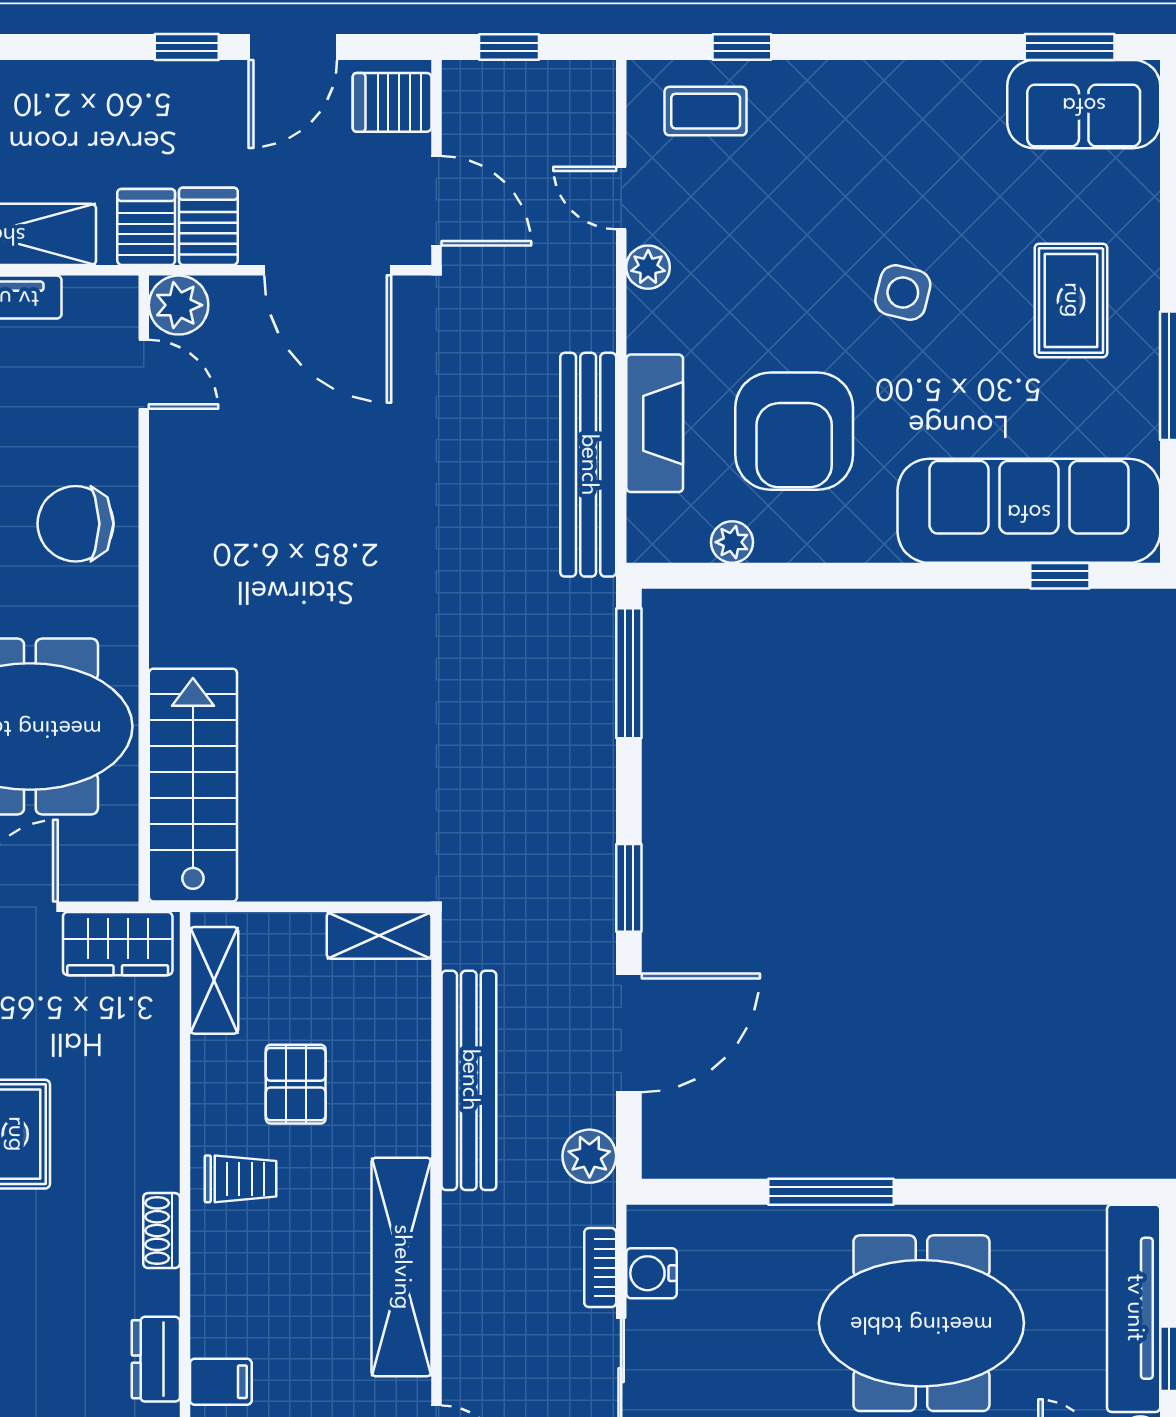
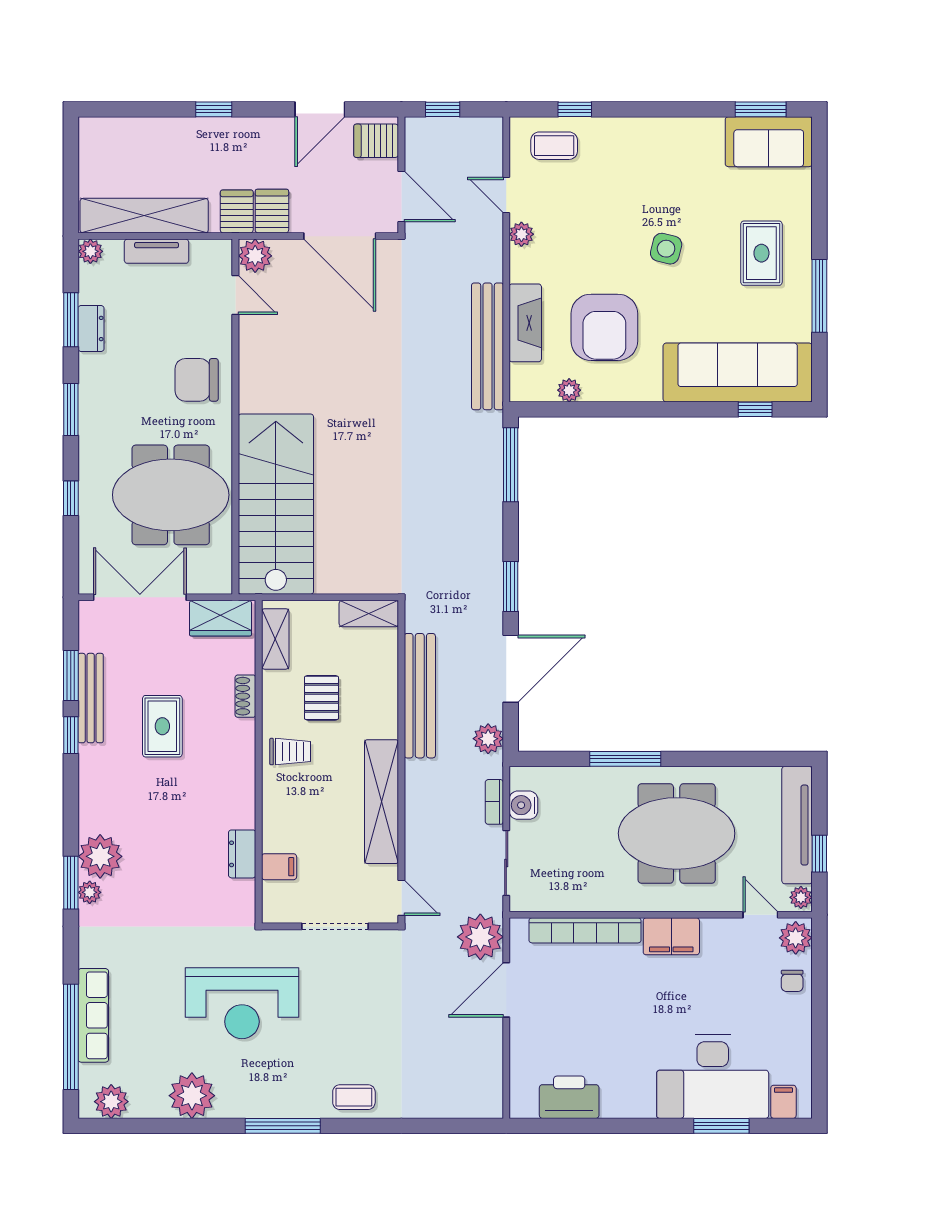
window: (187, 47) -> (214, 109), moved
stairs: (193, 785) -> (276, 504), width x1.36, depth x1.51
shoe rack: (162, 1231) -> (245, 696), moved

